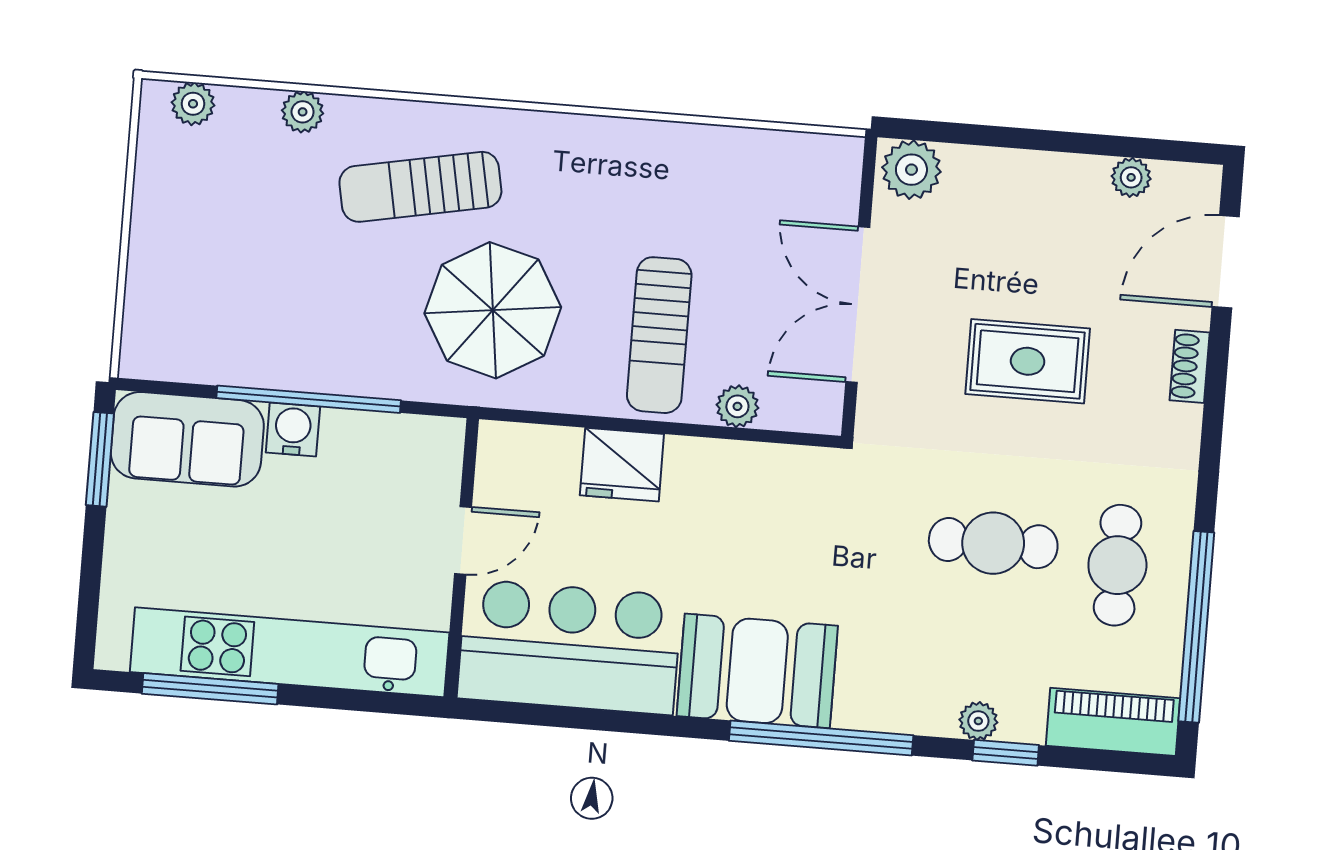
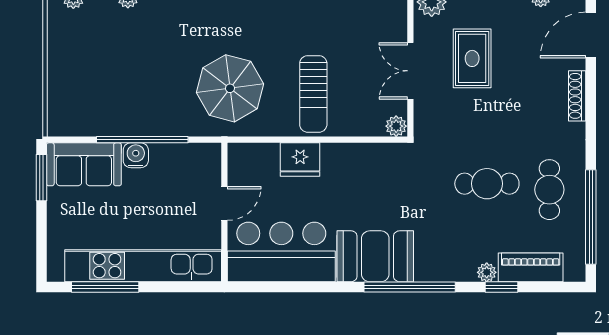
sun lounger: (420, 187) -> (189, 30), removed
double door: (858, 305) -> (410, 71), width x0.73
rug: (1028, 361) -> (472, 58), moved, turned 90
shoe rack: (1190, 366) -> (577, 96), width x1.43
plant: (737, 406) -> (396, 126), moved
piano: (1113, 722) -> (531, 267), moved

